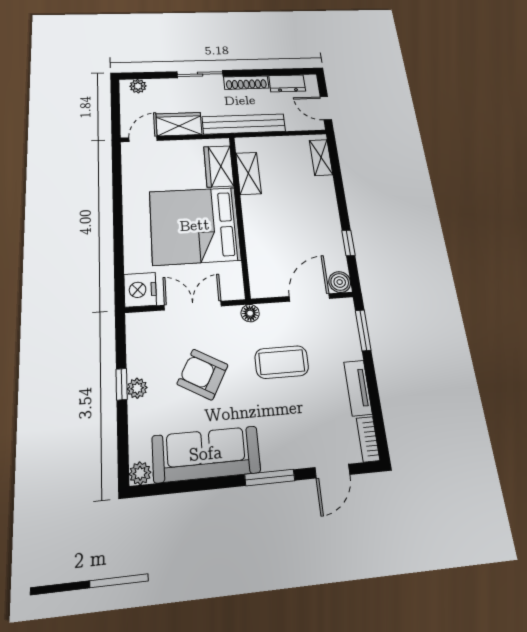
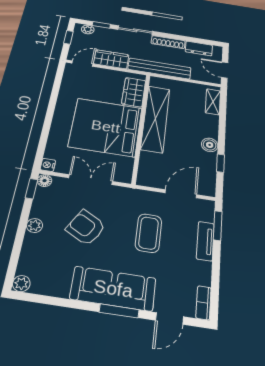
window: (154, 75) -> (101, 25), added
window: (115, 103) -> (68, 37), added
shelving: (248, 173) -> (155, 119), width x2.20, depth x1.33
boiler: (340, 282) -> (210, 145), moved
nightstand: (140, 290) -> (48, 165), width x0.53, depth x0.56
floor lamp: (250, 313) -> (45, 181), moved
coffee table: (282, 362) -> (149, 233), turned 90
window: (122, 384) -> (31, 189), moved
tv unit: (358, 388) -> (205, 241), moved
sofa: (206, 454) -> (113, 289), moved

